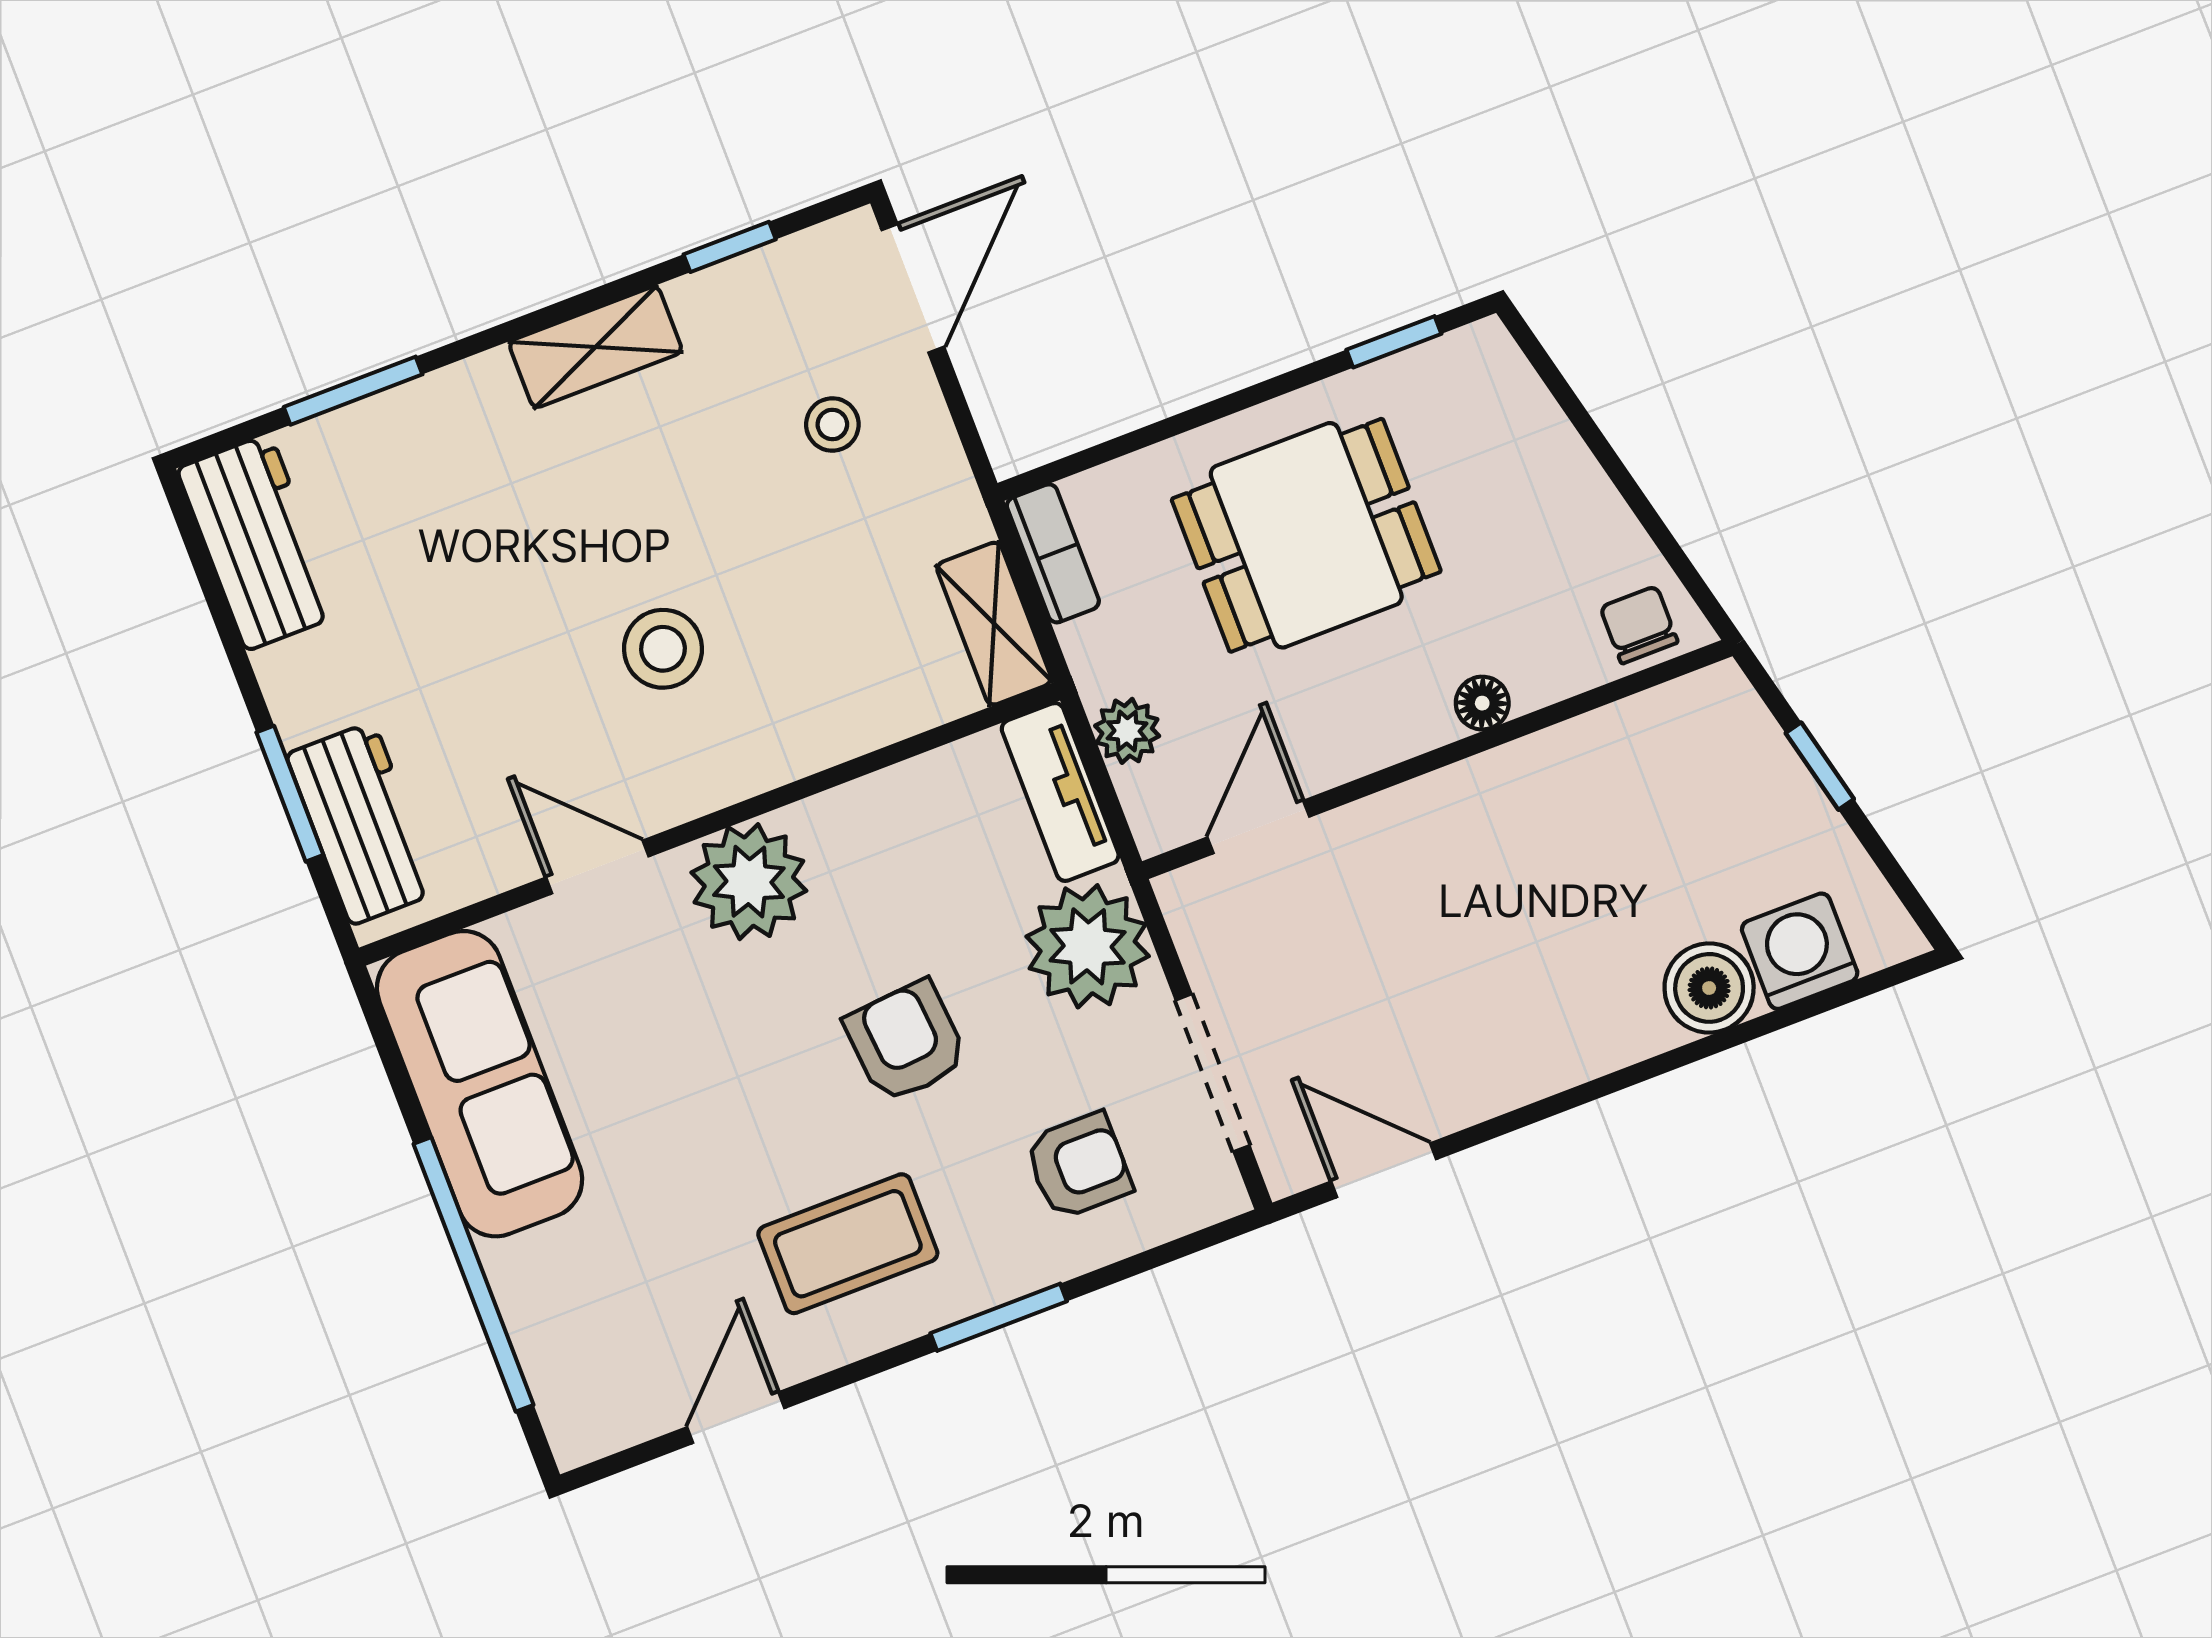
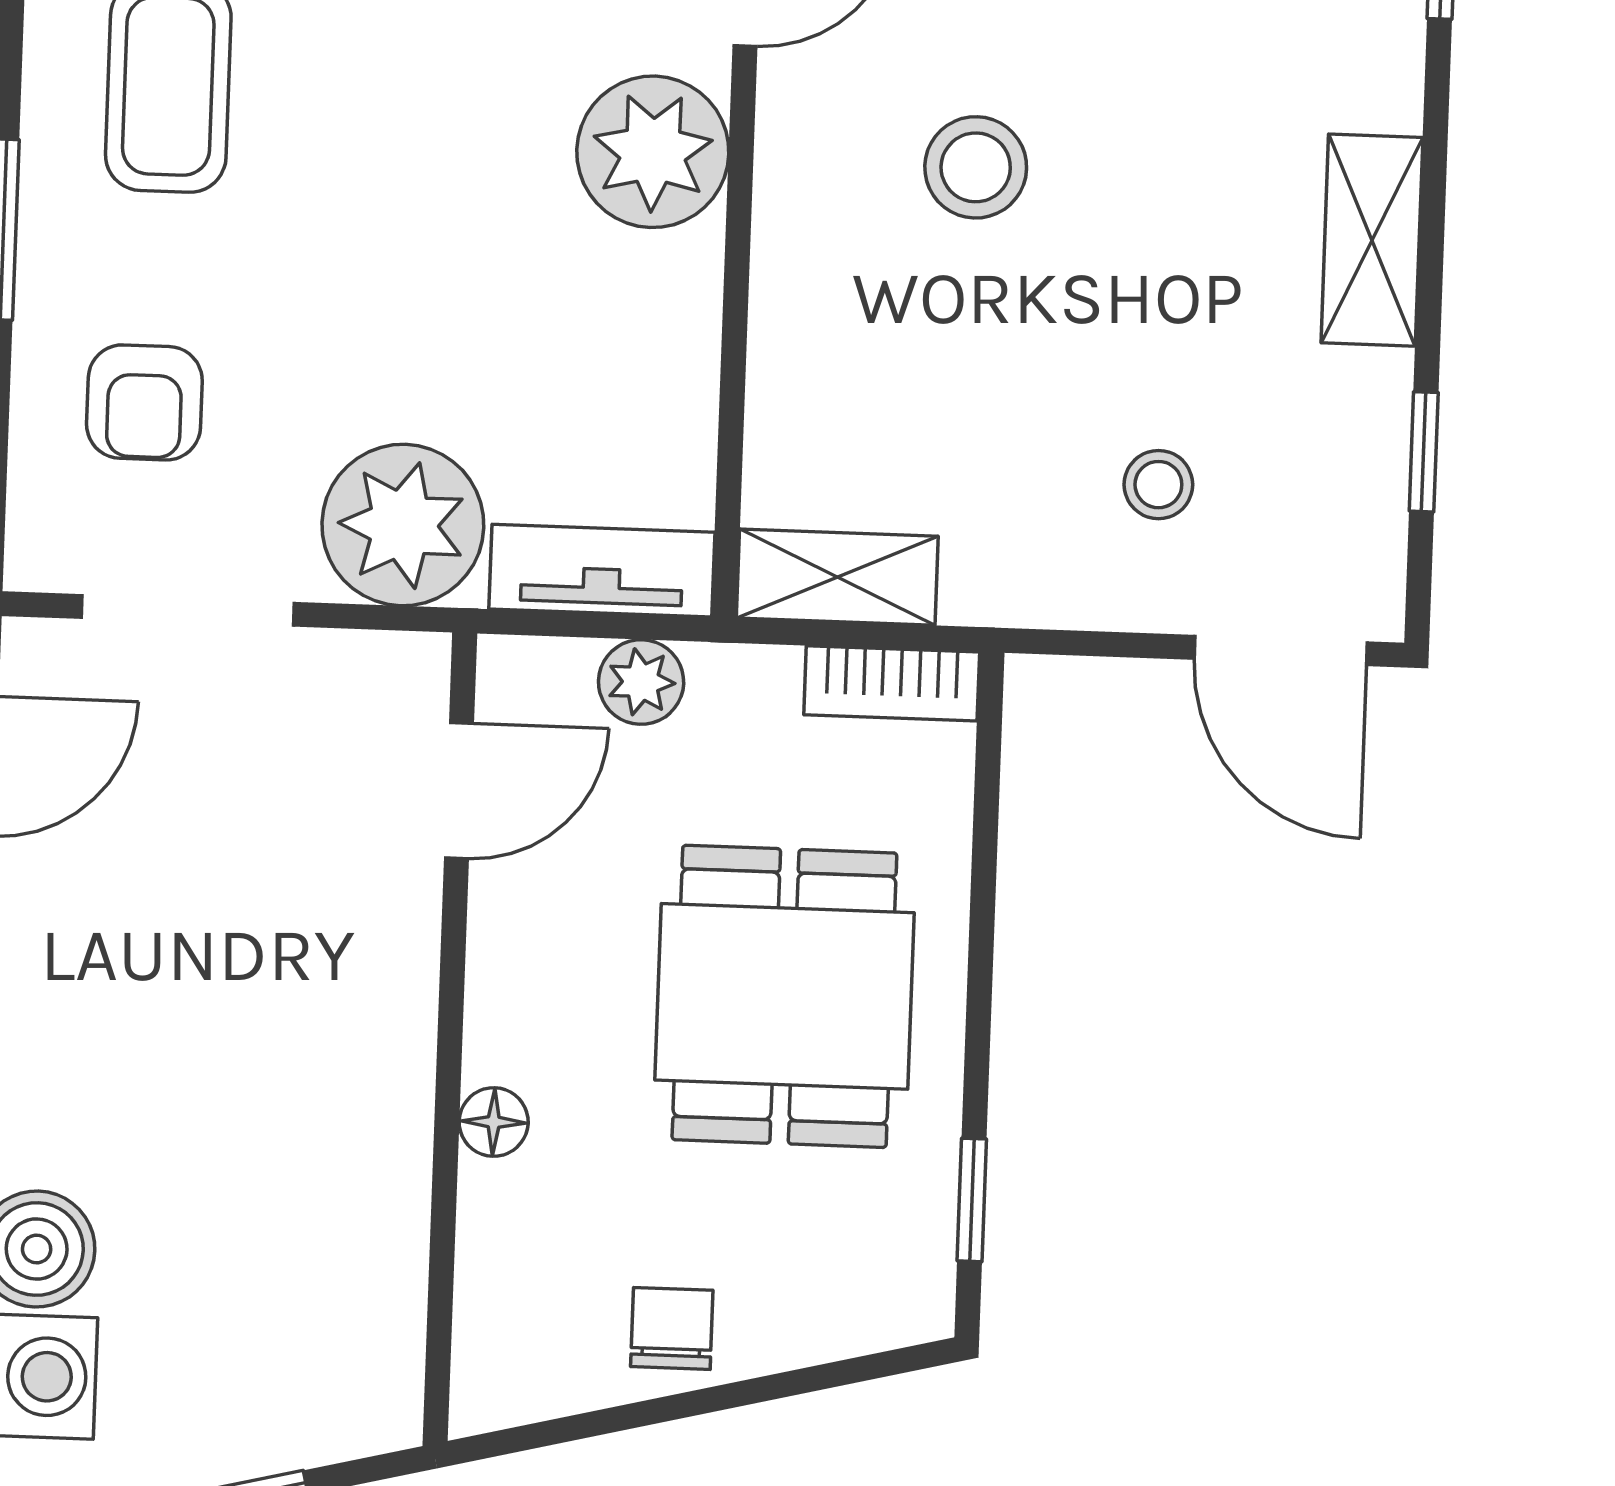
chair: (1639, 625) -> (672, 1328), moved, turned -90
door: (1258, 827) -> (459, 790), hinge flipped
armchair: (906, 1042) -> (381, 259), removed

